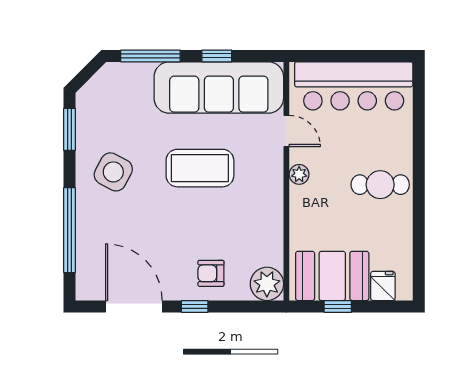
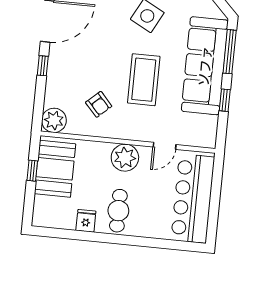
sofa: (219, 87) -> (205, 66), moved
plant: (299, 174) -> (125, 158), width x1.87, depth x1.87
armchair: (211, 273) -> (99, 104), moved, turned 138
fridge: (383, 286) -> (86, 221), moved, turned -90

